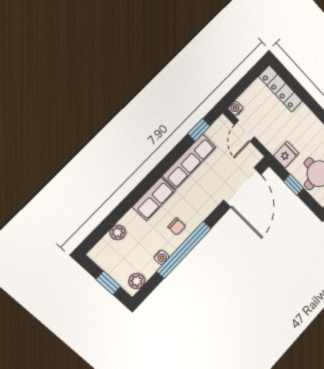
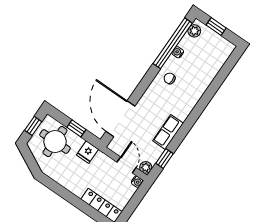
row of seats: (189, 161) -> (168, 132), width x0.68
row of seats: (154, 199) -> (192, 98), removed
plant: (118, 232) -> (146, 167), moved
window: (184, 250) -> (173, 43), moved

